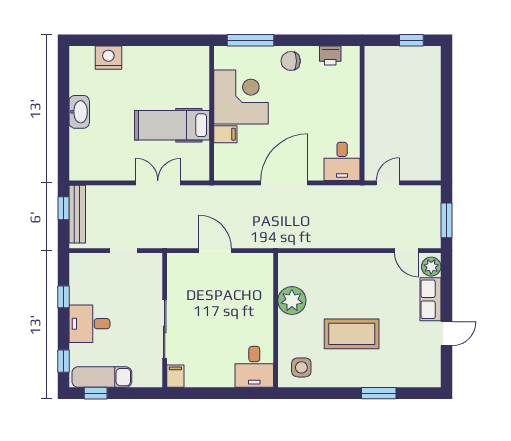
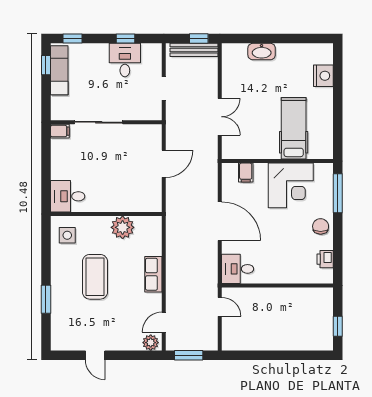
washbasin: (79, 112) -> (262, 52), moved
hospital bed: (172, 125) -> (294, 128), moved
filing cabinet: (225, 134) -> (246, 173), moved
row of seats: (431, 299) -> (153, 274), moved, turned -90
desk: (89, 324) -> (125, 60), moved

